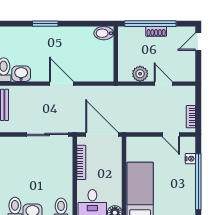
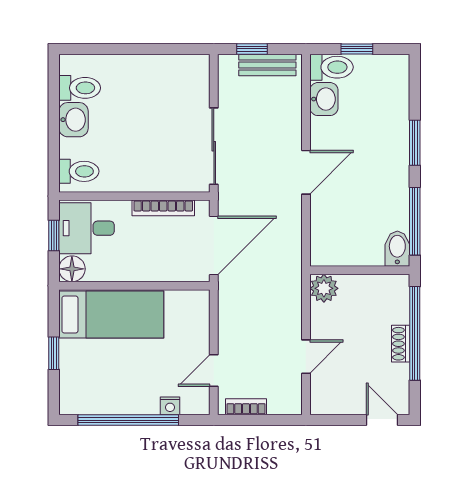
window: (89, 24) -> (415, 221), added
plant: (140, 74) -> (324, 288), moved

